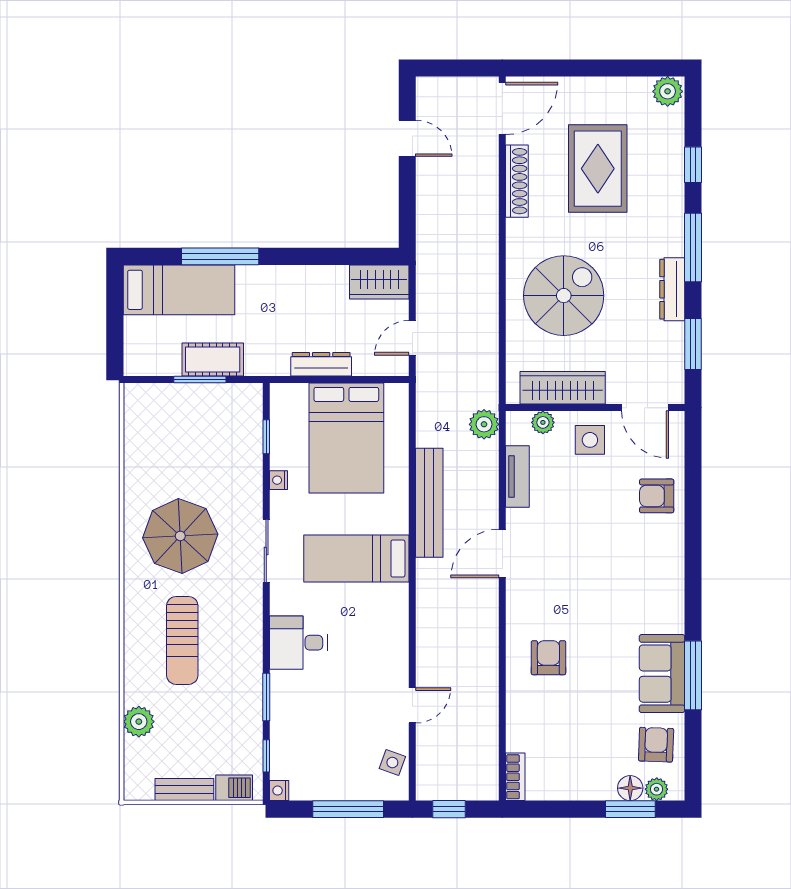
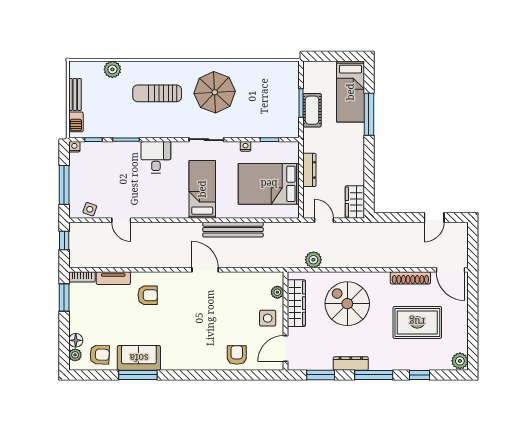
spiral stairs: (564, 296) -> (347, 304), turned 180
plant: (484, 424) -> (313, 260), moved
tv unit: (517, 476) -> (113, 278), moved
window: (630, 809) -> (64, 297), moved

